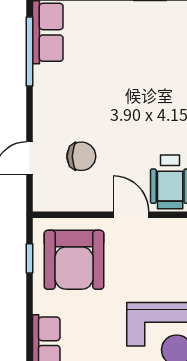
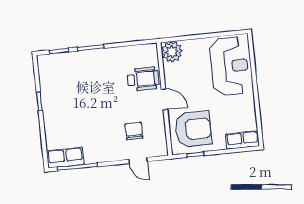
door: (131, 215) -> (164, 99), swing flipped

